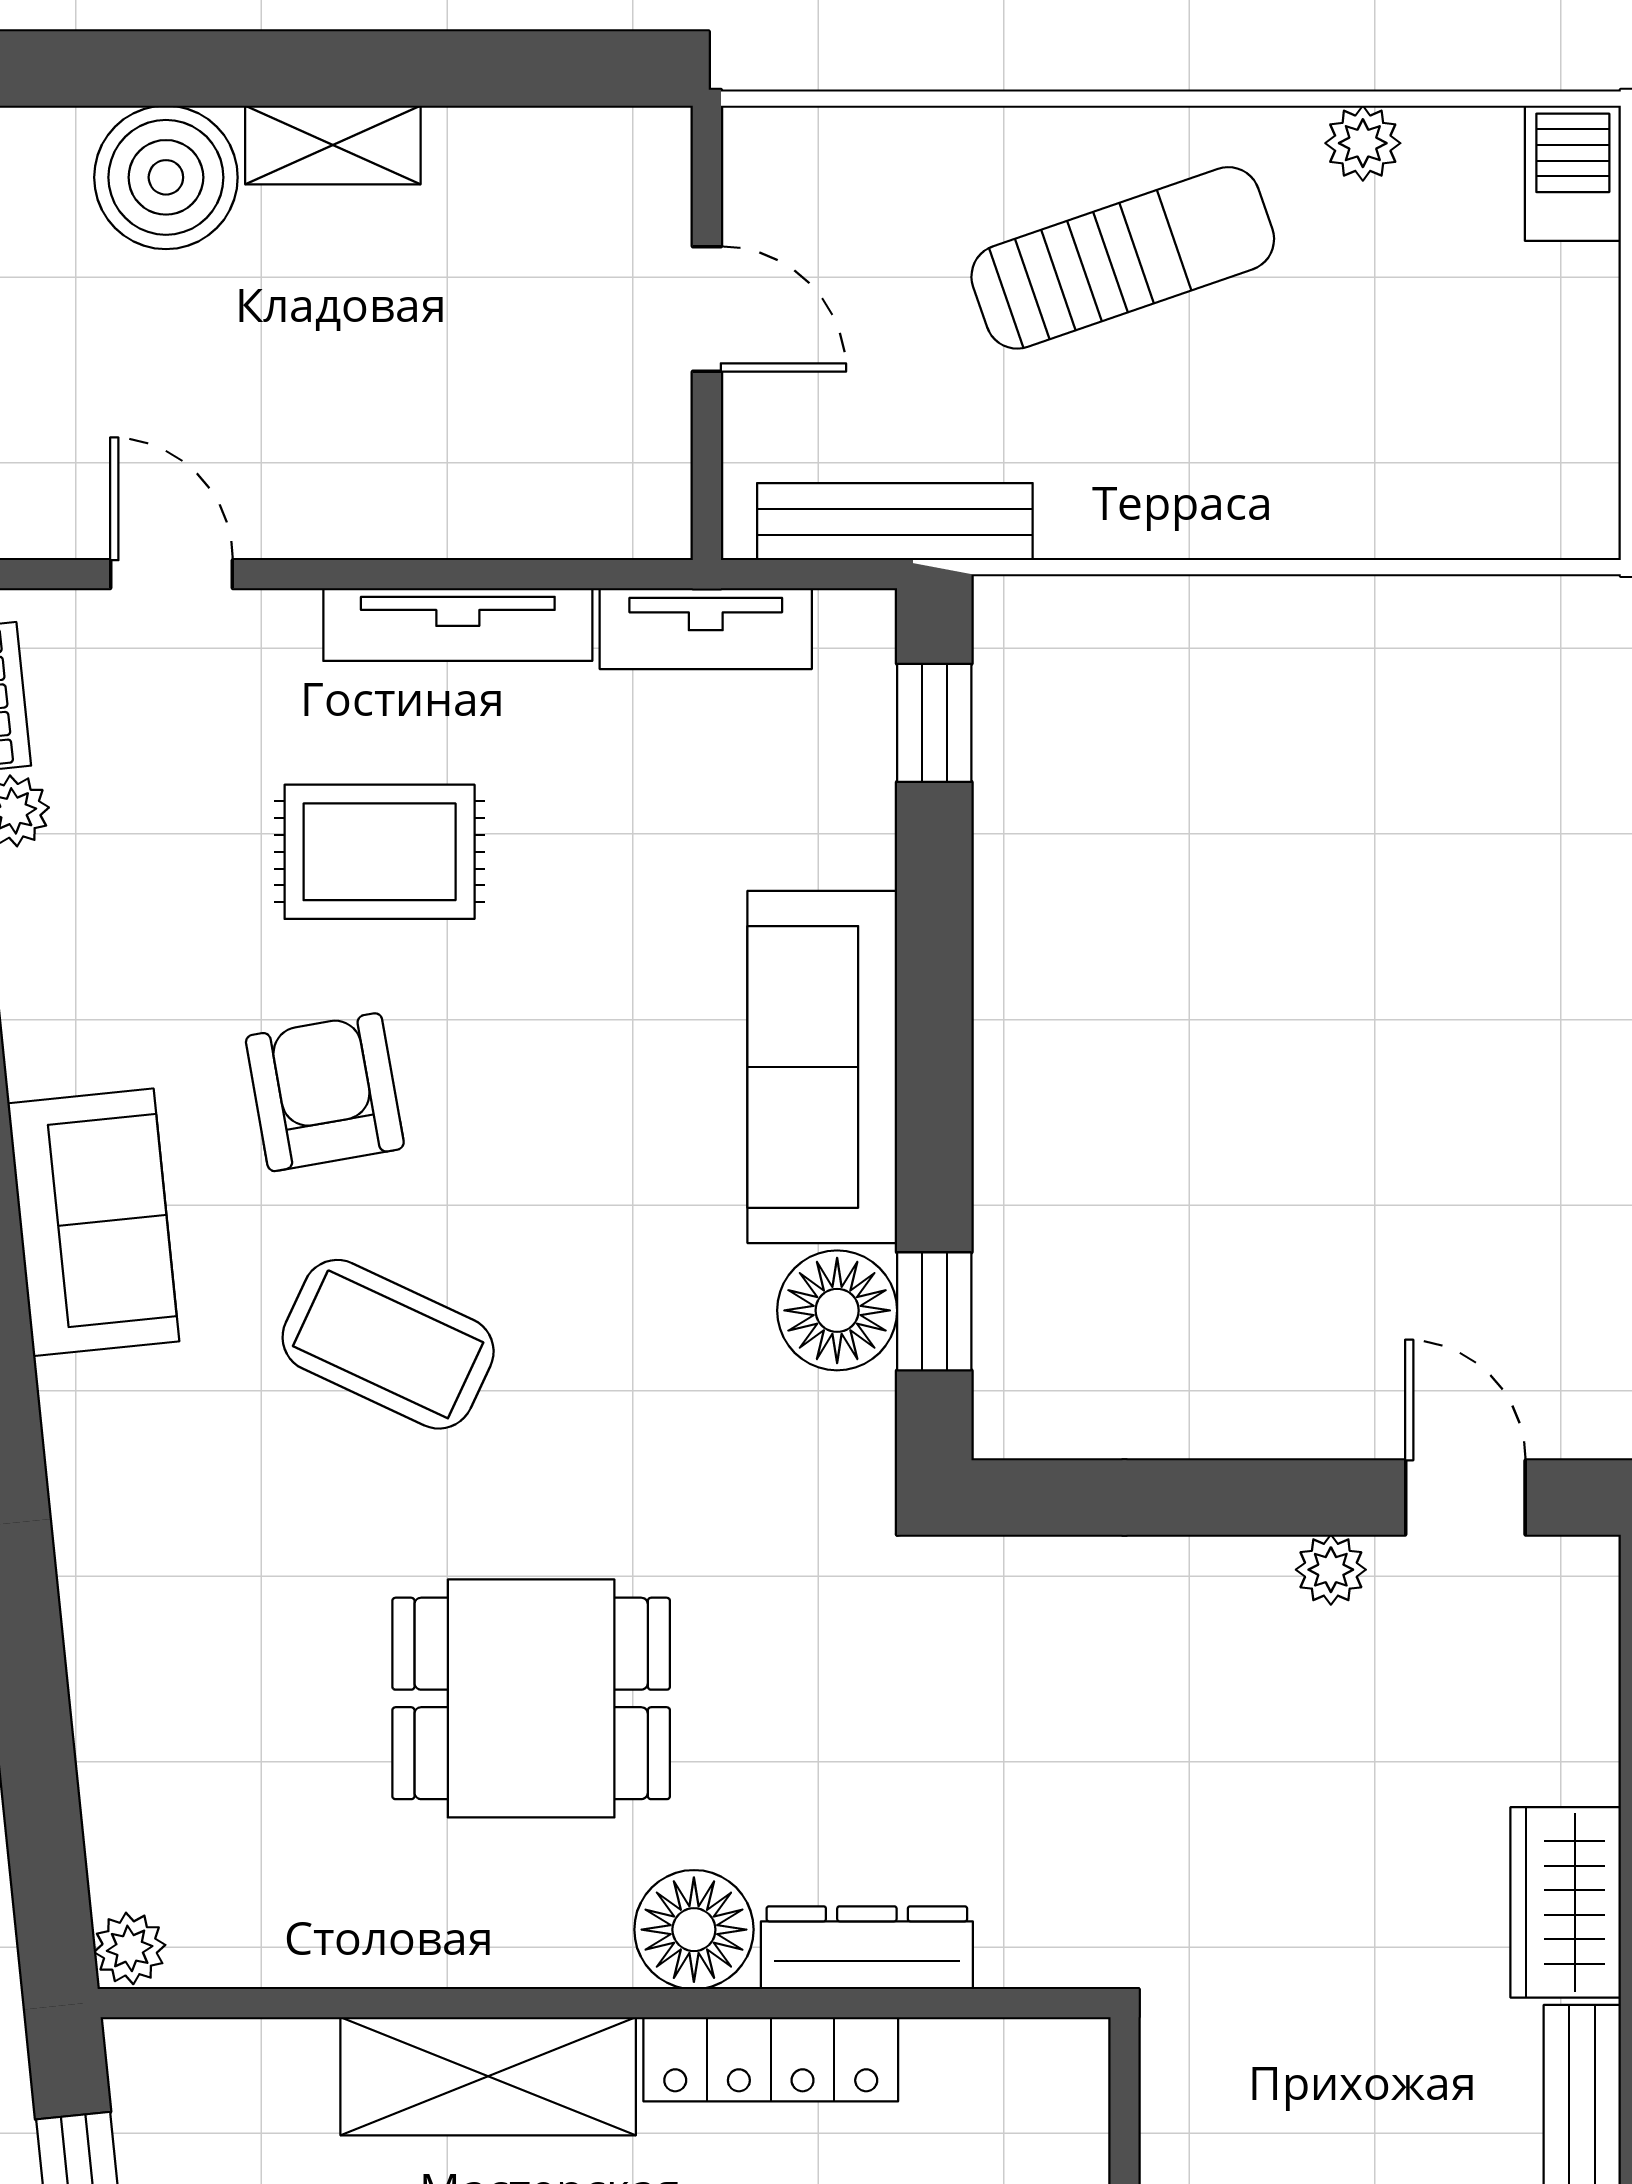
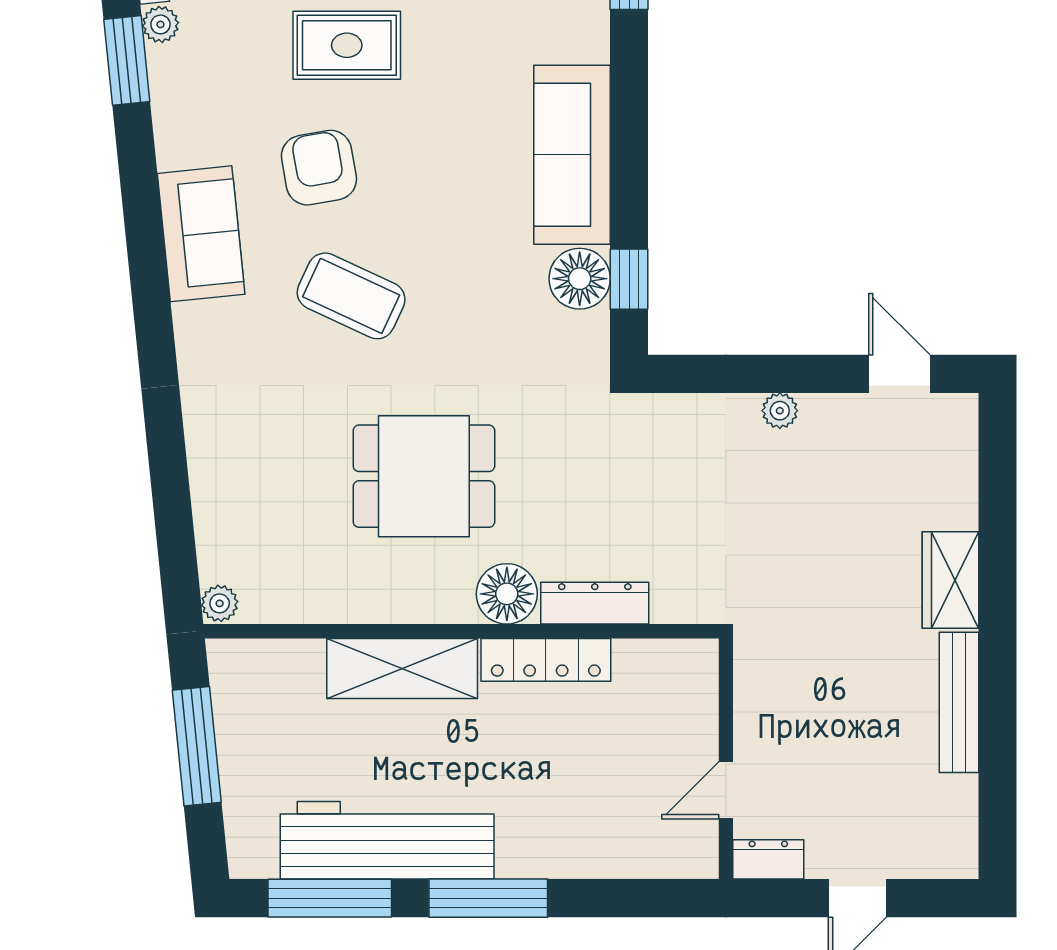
plant: (1331, 1570) -> (780, 411), moved

